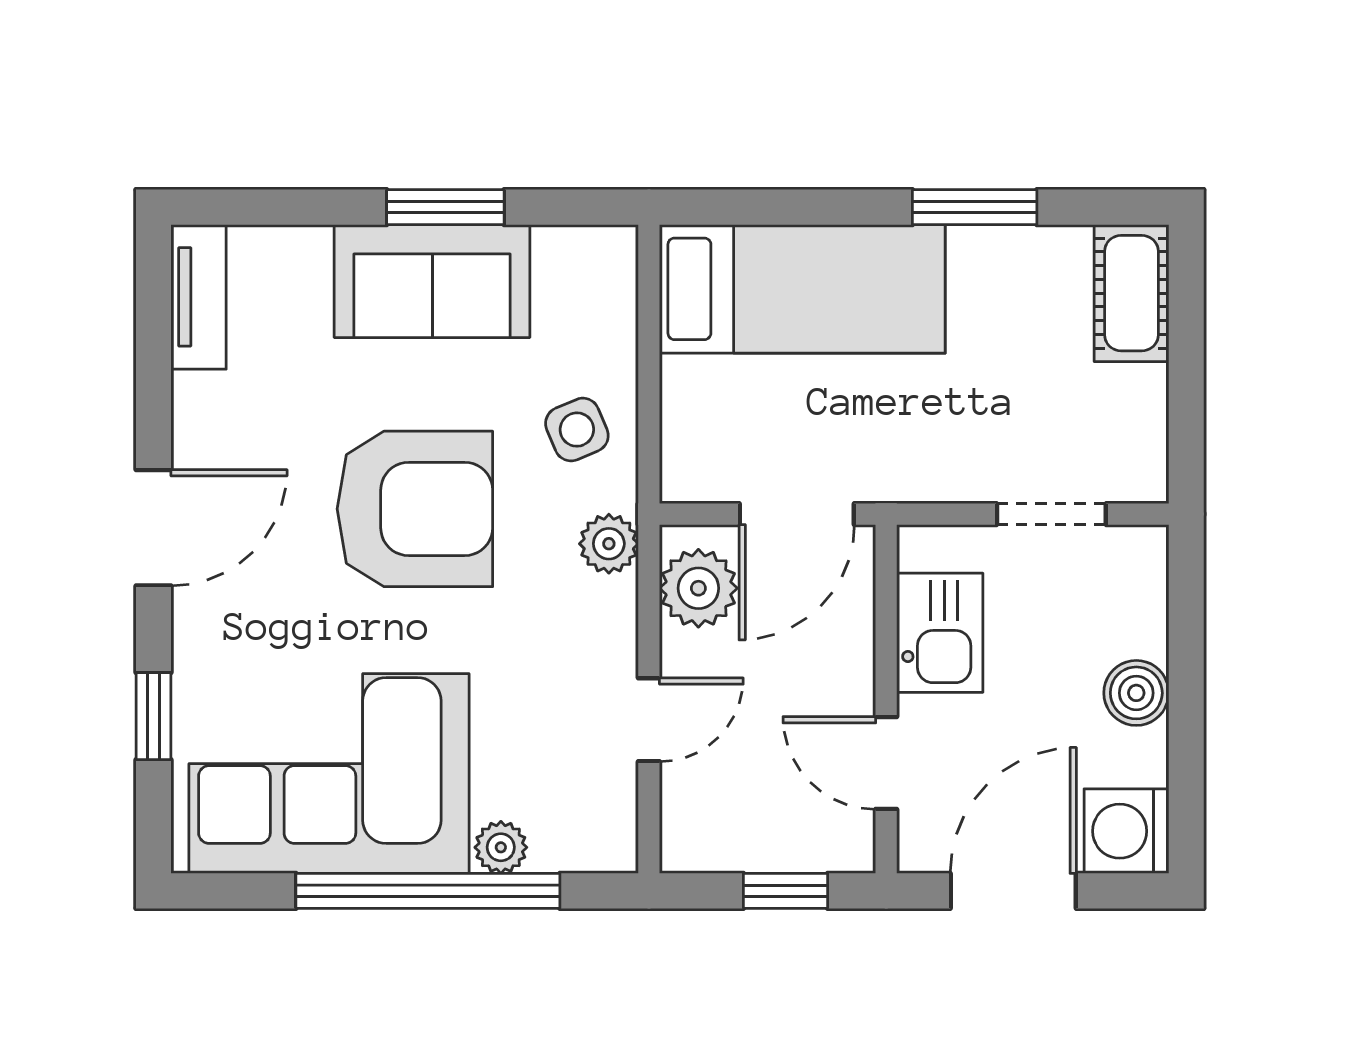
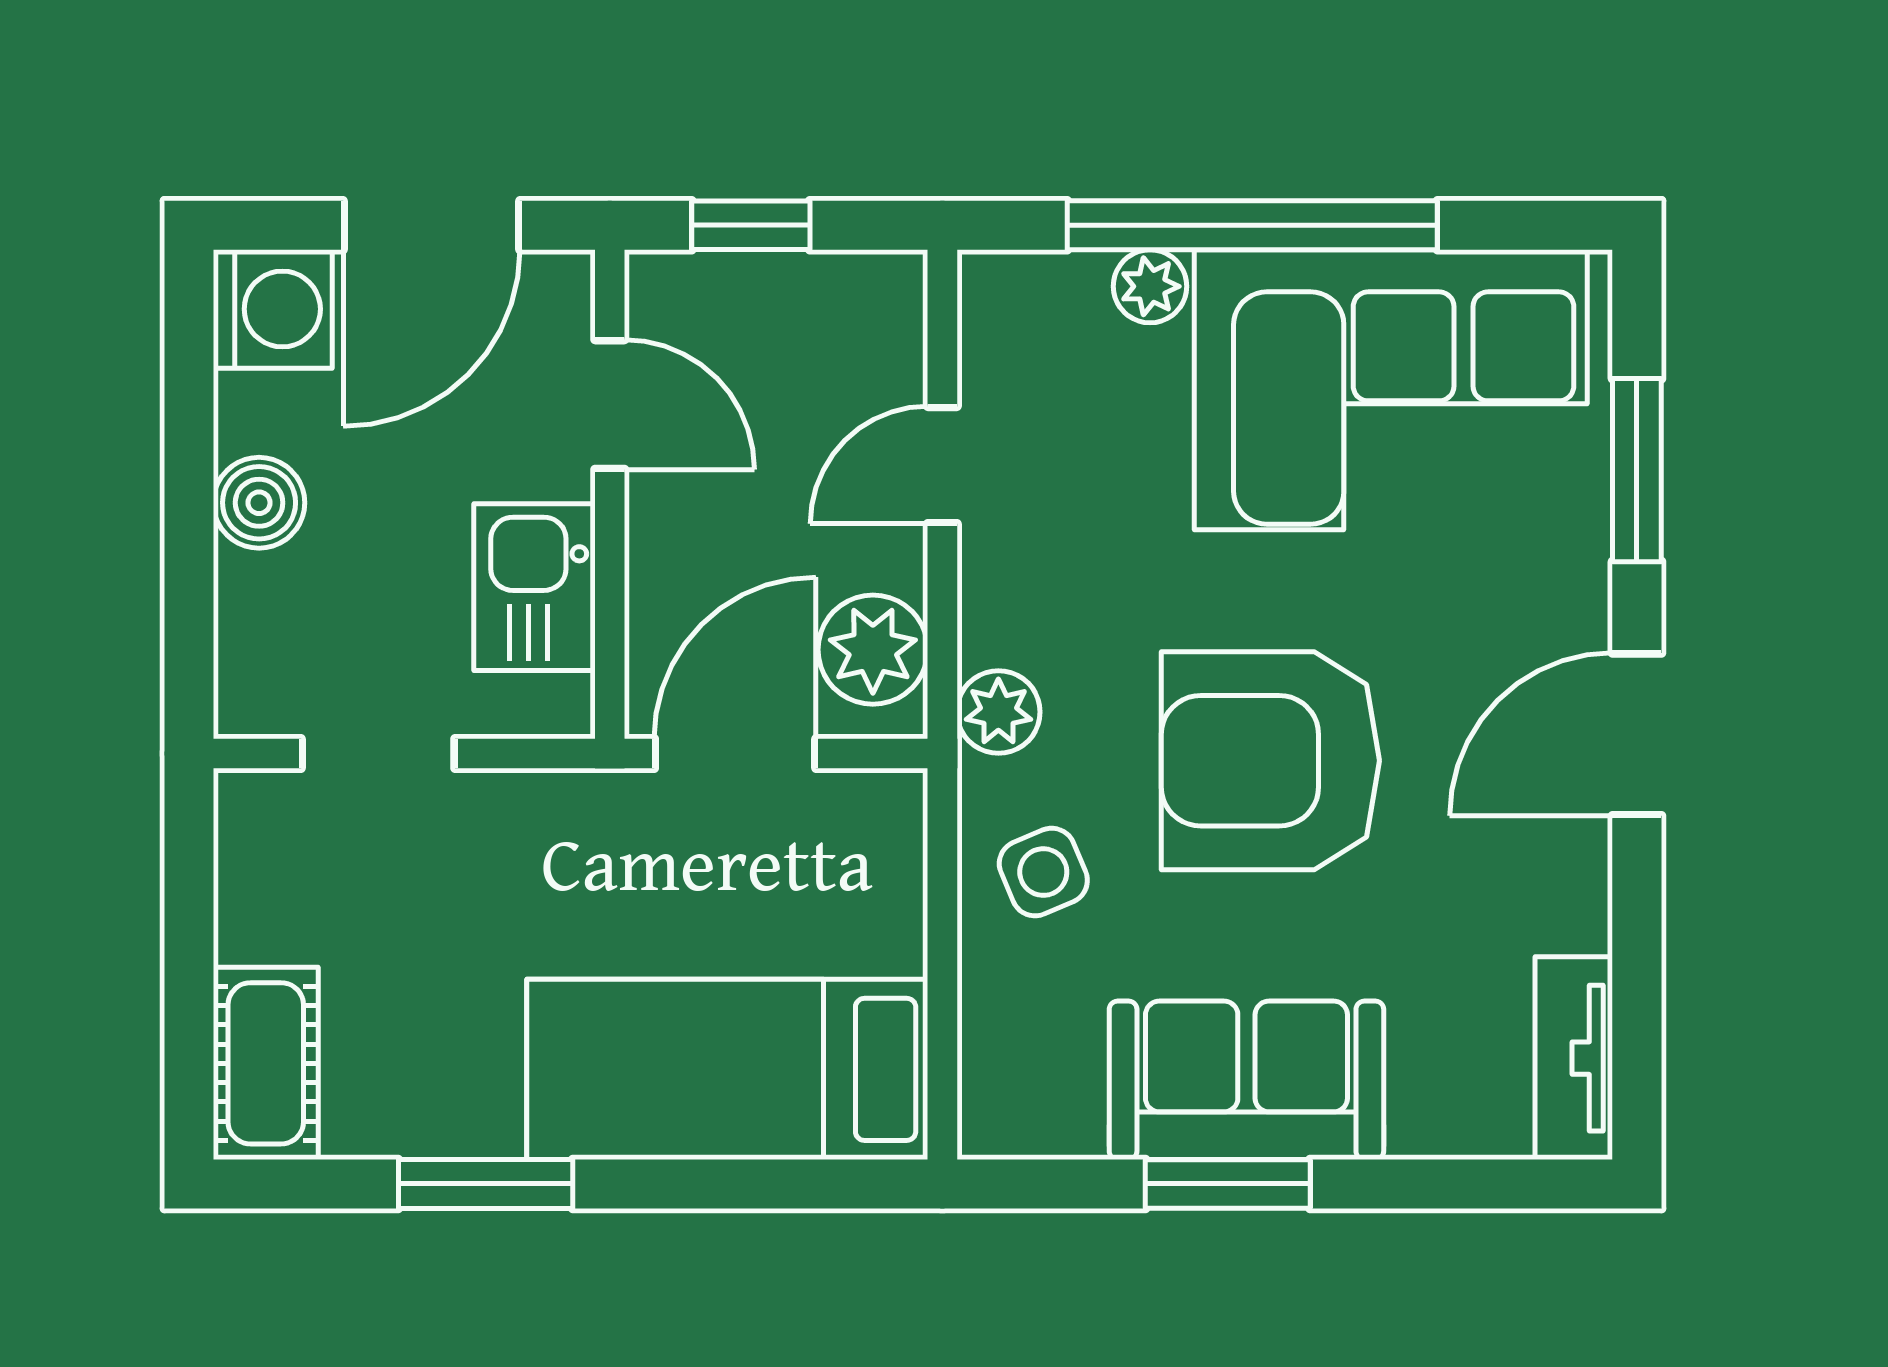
window: (154, 716) -> (1637, 470), width x1.50

